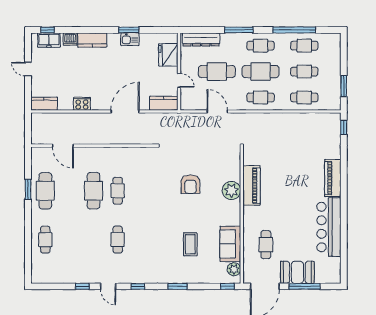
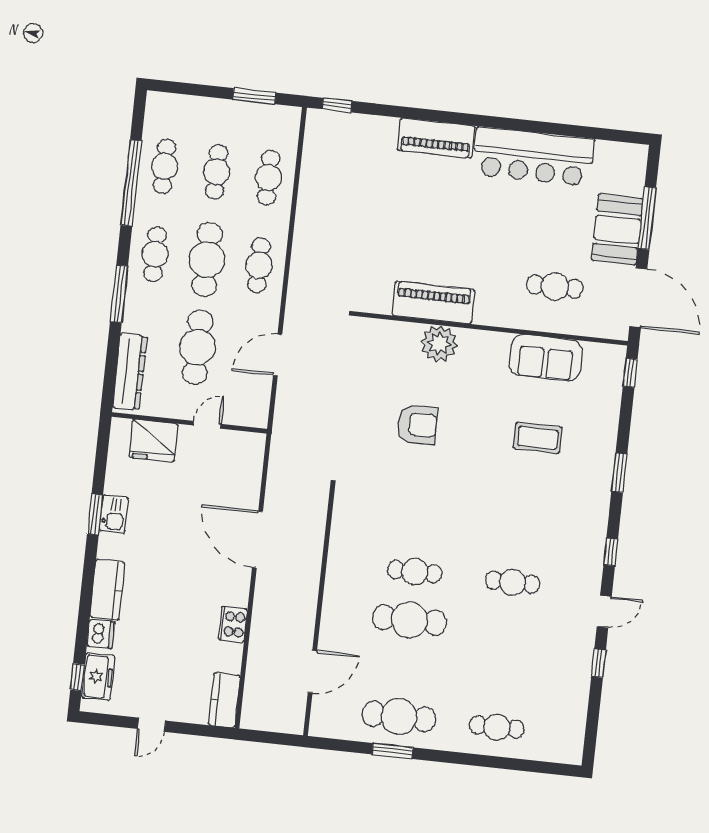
kitchen counter: (164, 103) -> (249, 460), removed
plant: (234, 269) -> (597, 356), removed

